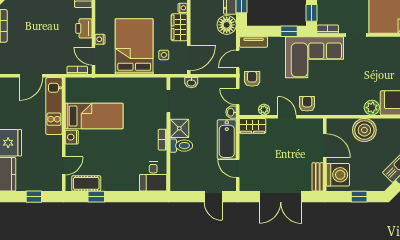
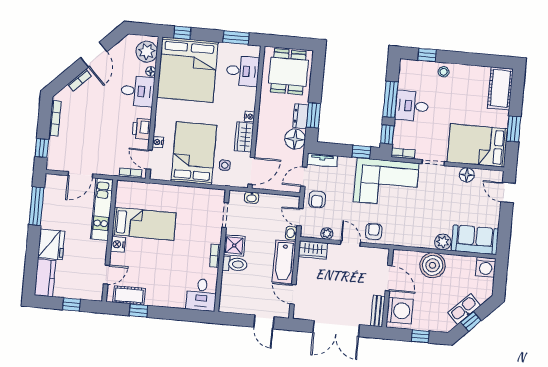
floor lamp: (388, 43) -> (467, 175), added
armchair: (252, 79) -> (317, 199), turned 180

